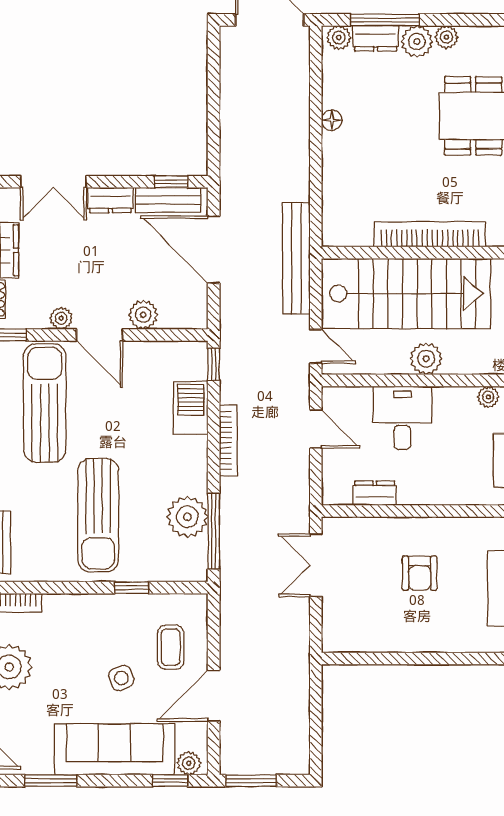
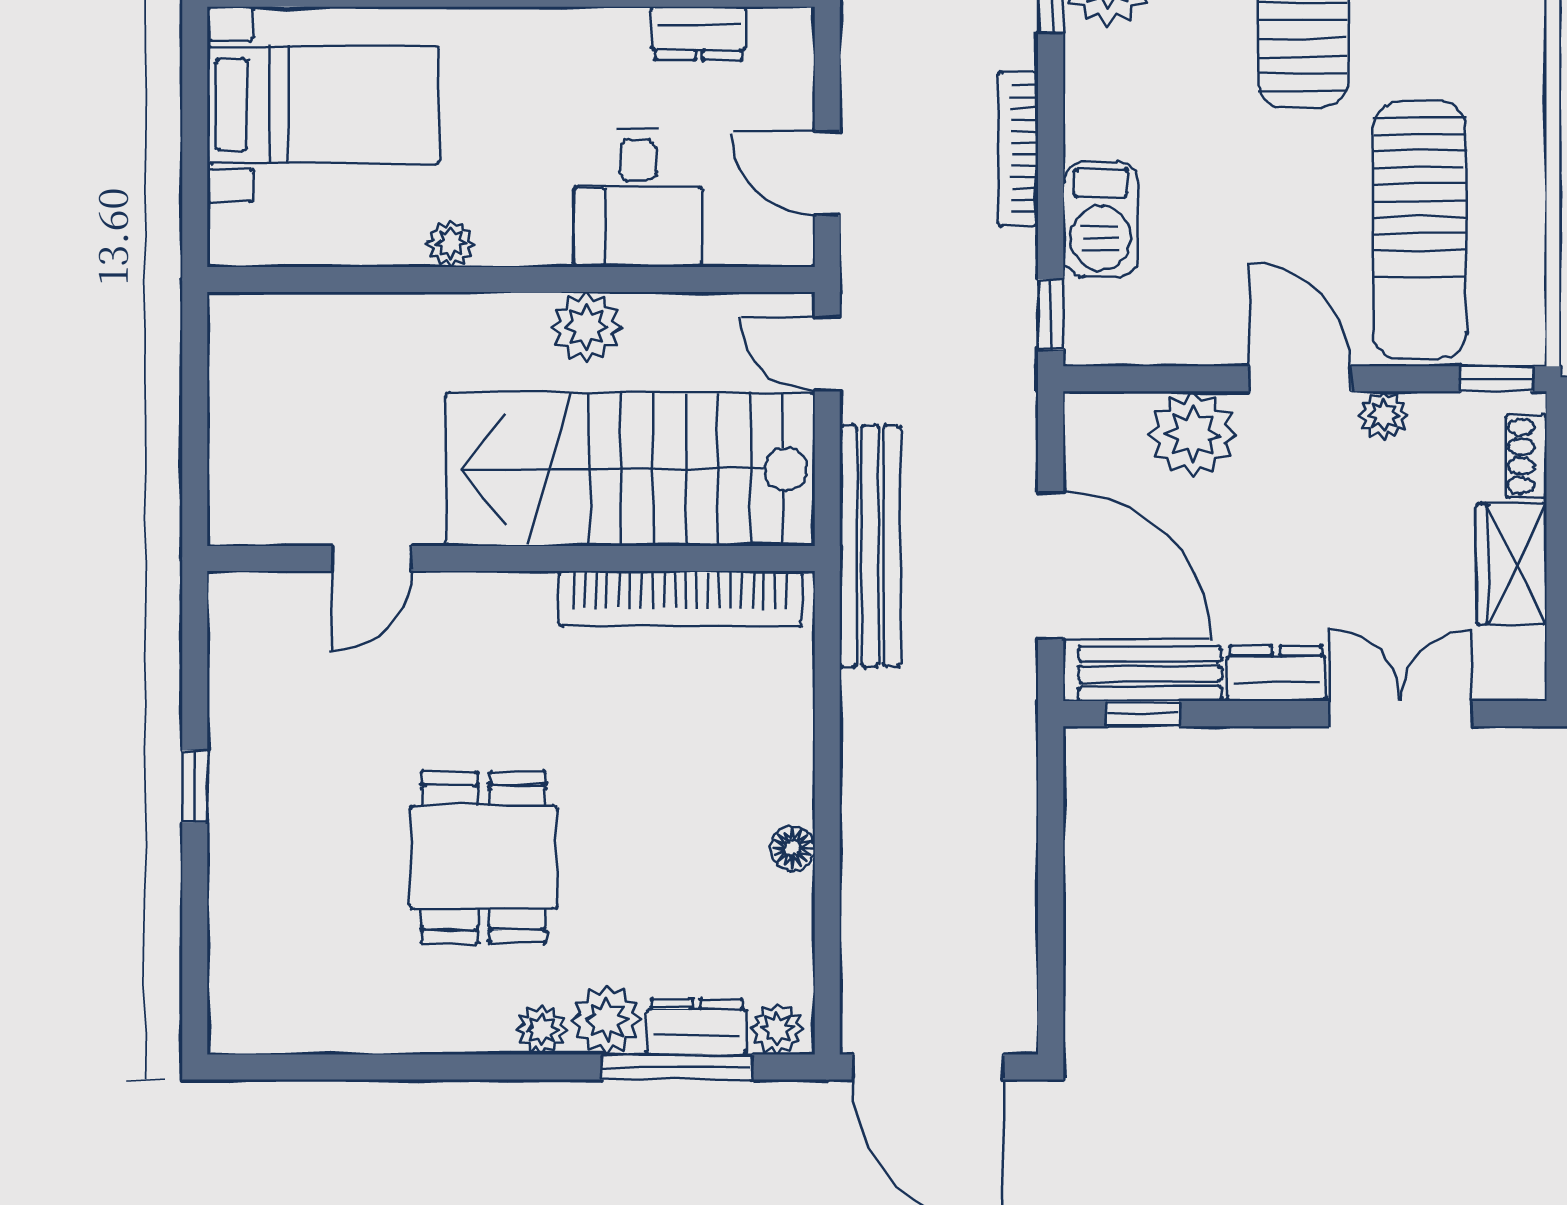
bookcase: (430, 234) -> (680, 599), moved
plant: (143, 315) -> (1193, 435), width x1.36, depth x1.36

